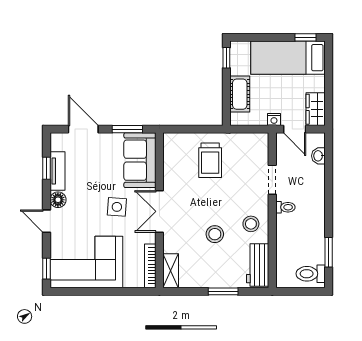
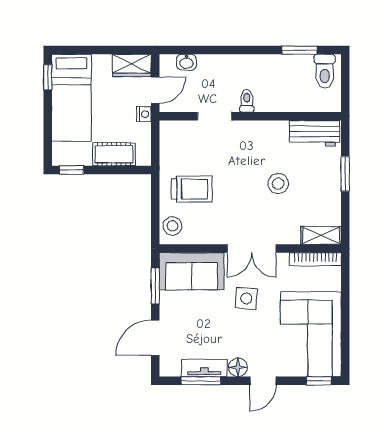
window: (46, 168) -> (201, 381), width x1.50
stool: (251, 224) -> (172, 226), moved

